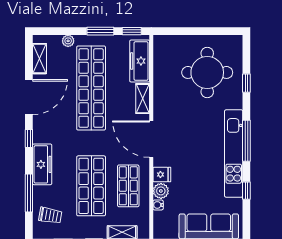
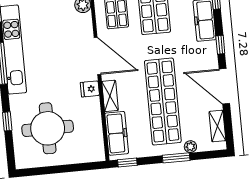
window: (100, 31) -> (176, 158), moved
door: (29, 97) -> (224, 86), hinge flipped
fridge: (162, 175) -> (90, 89), moved

